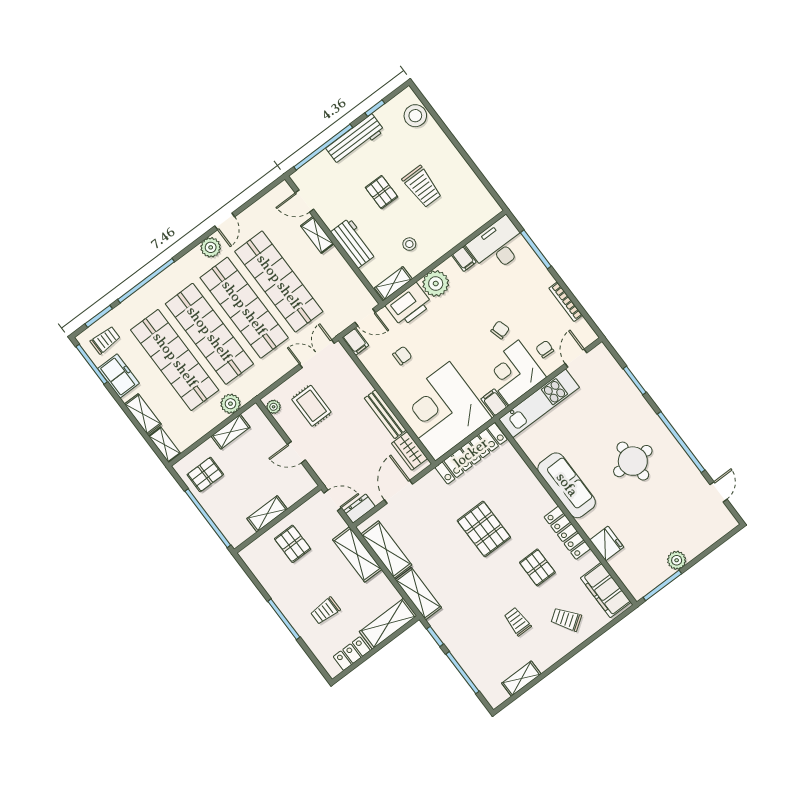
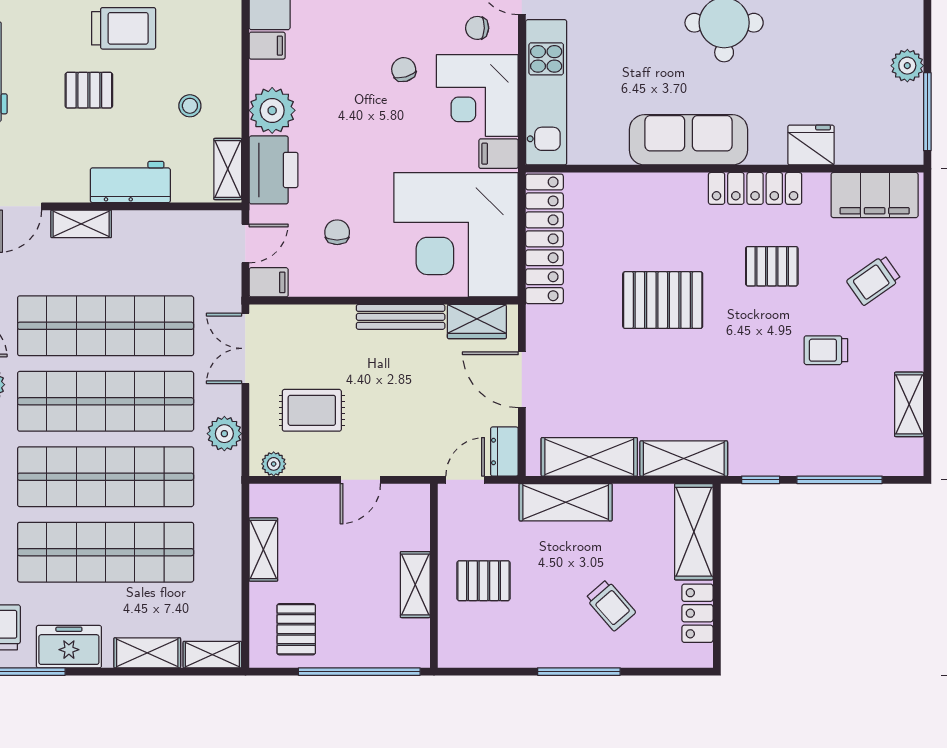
plant: (230, 404) -> (224, 434), moved
trolley: (325, 611) -> (611, 605), turned -41

